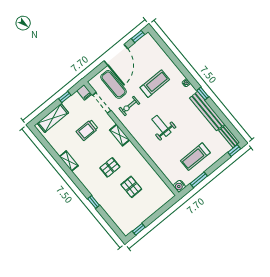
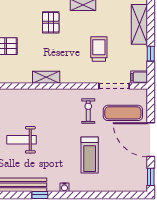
weight bench: (161, 126) -> (22, 140), moved, turned 180
shelving: (120, 135) -> (46, 77), moved
pallet: (110, 167) -> (51, 22), moved

